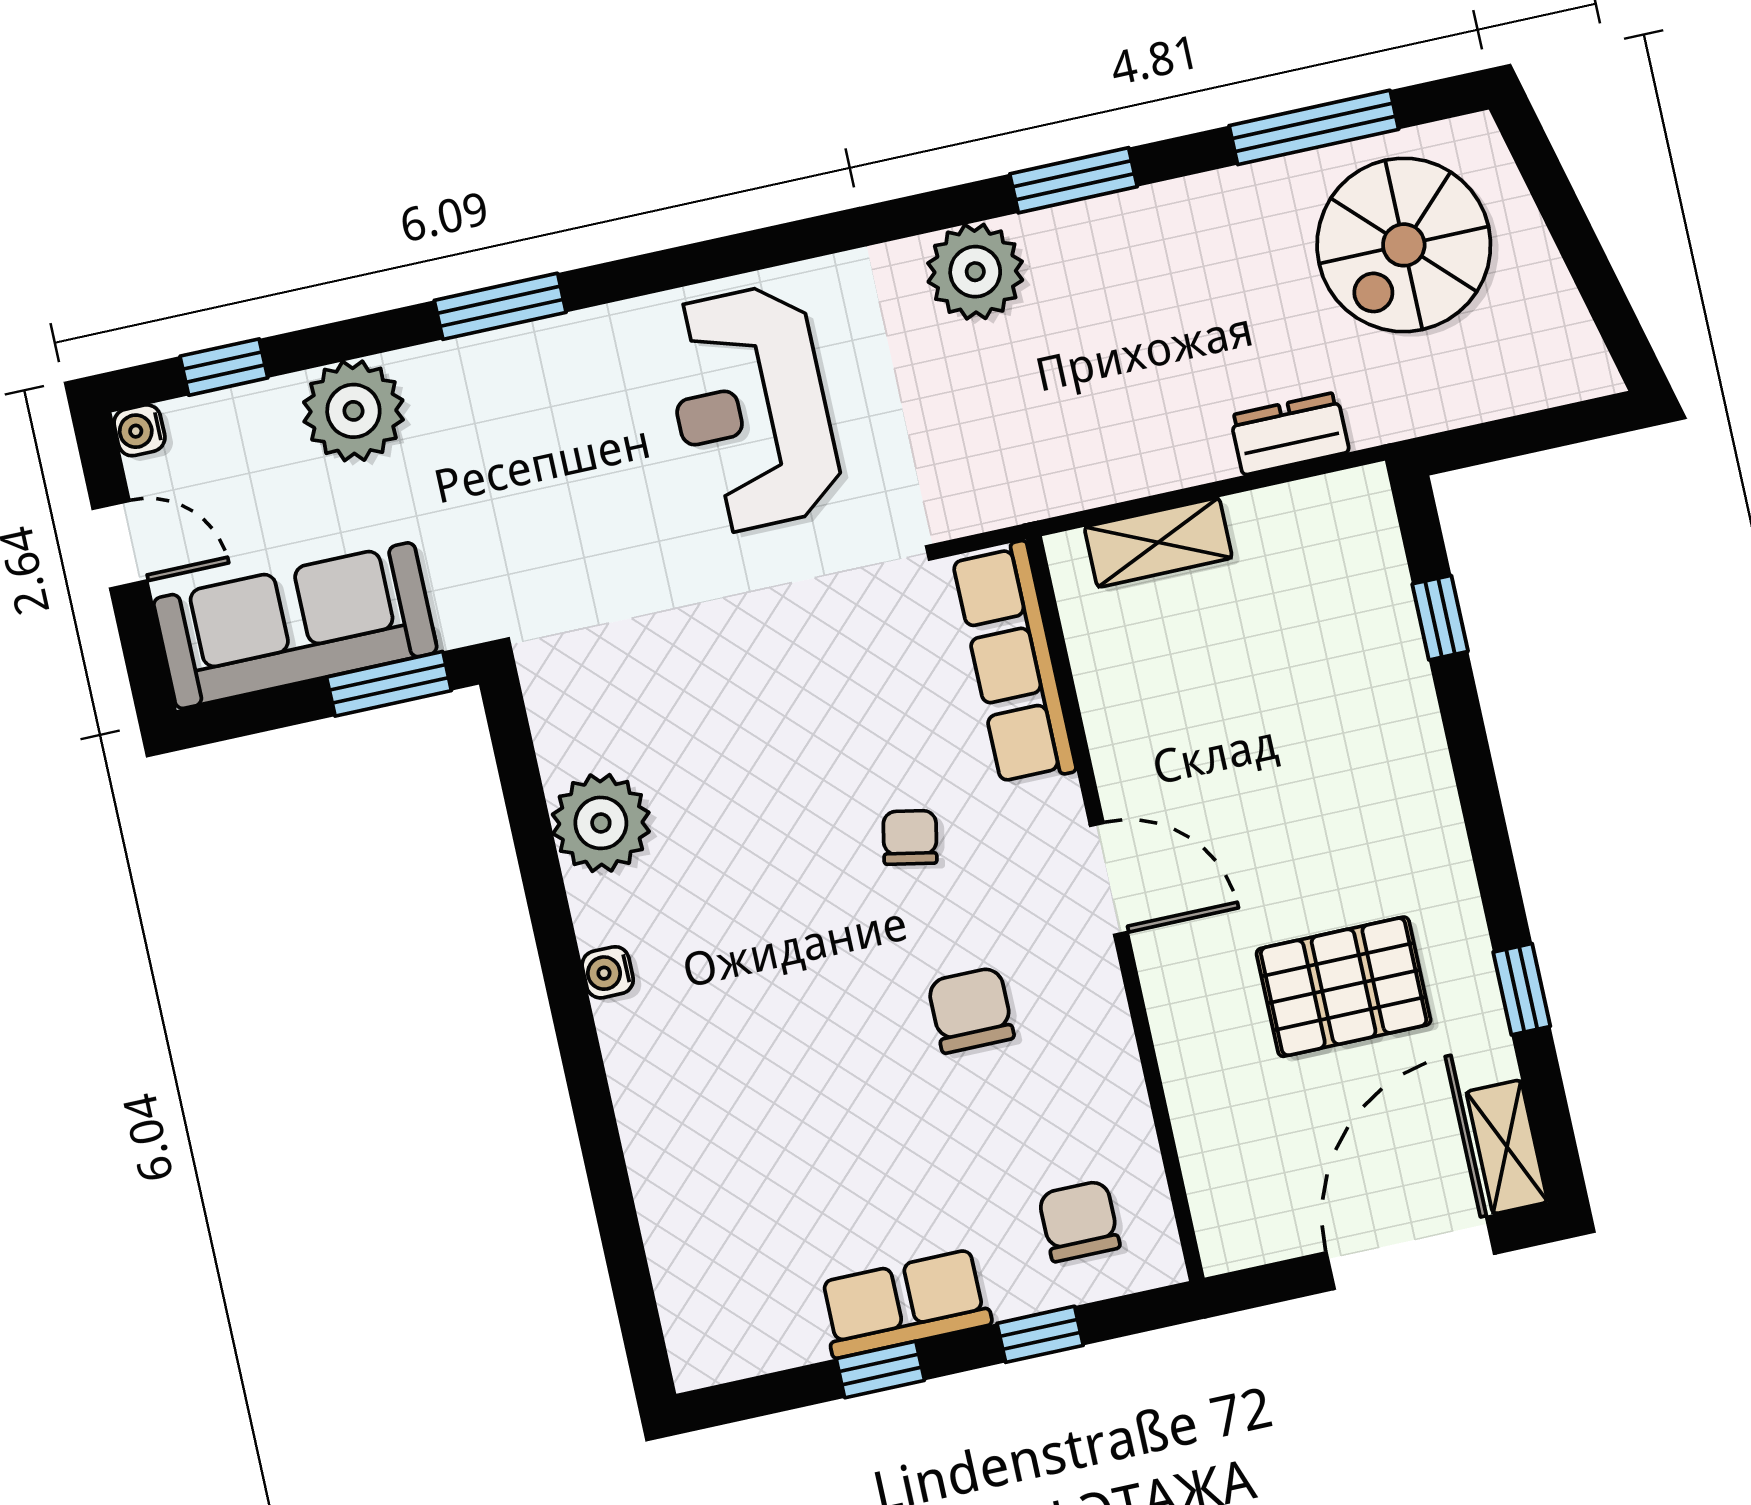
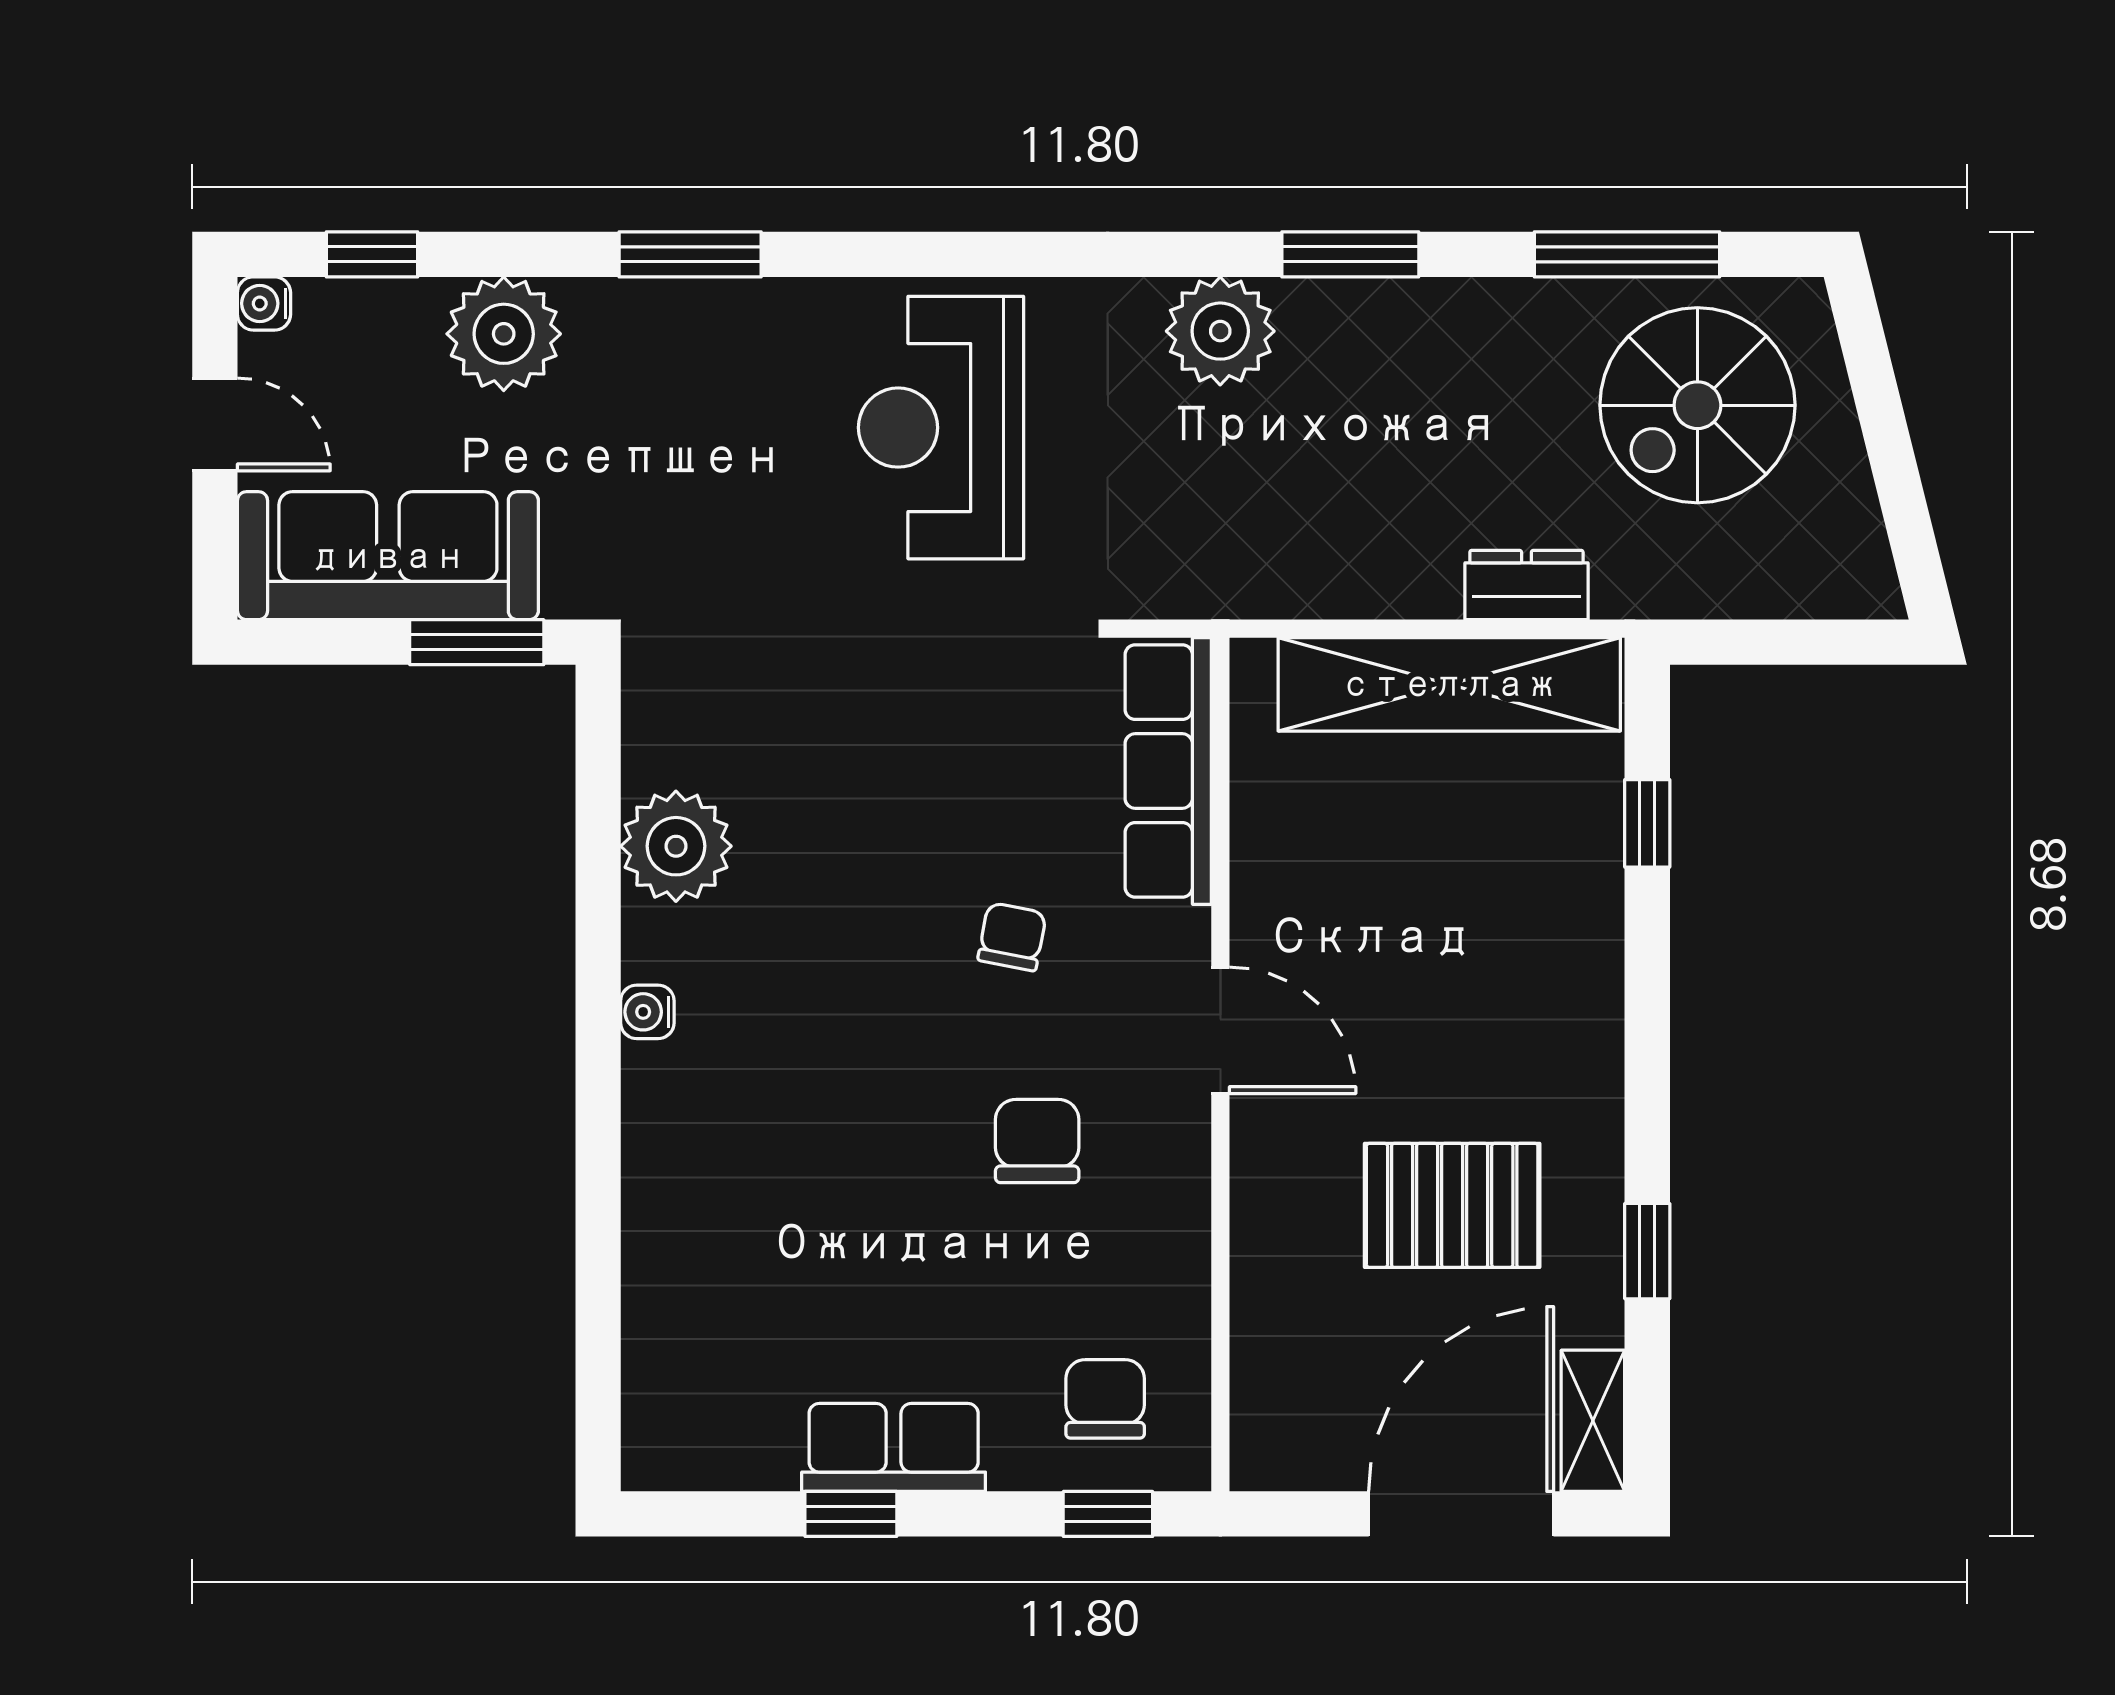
shelving: (1158, 542) -> (1449, 684), width x2.20, depth x1.33
window: (1040, 1334) -> (1108, 1514), moved

